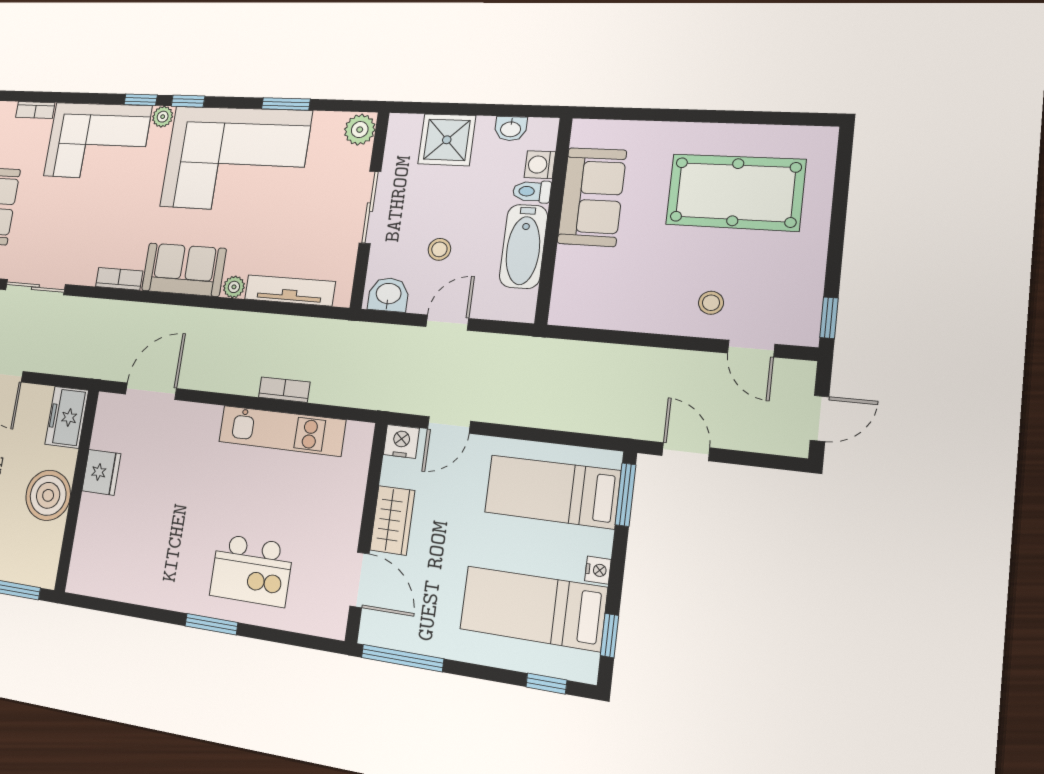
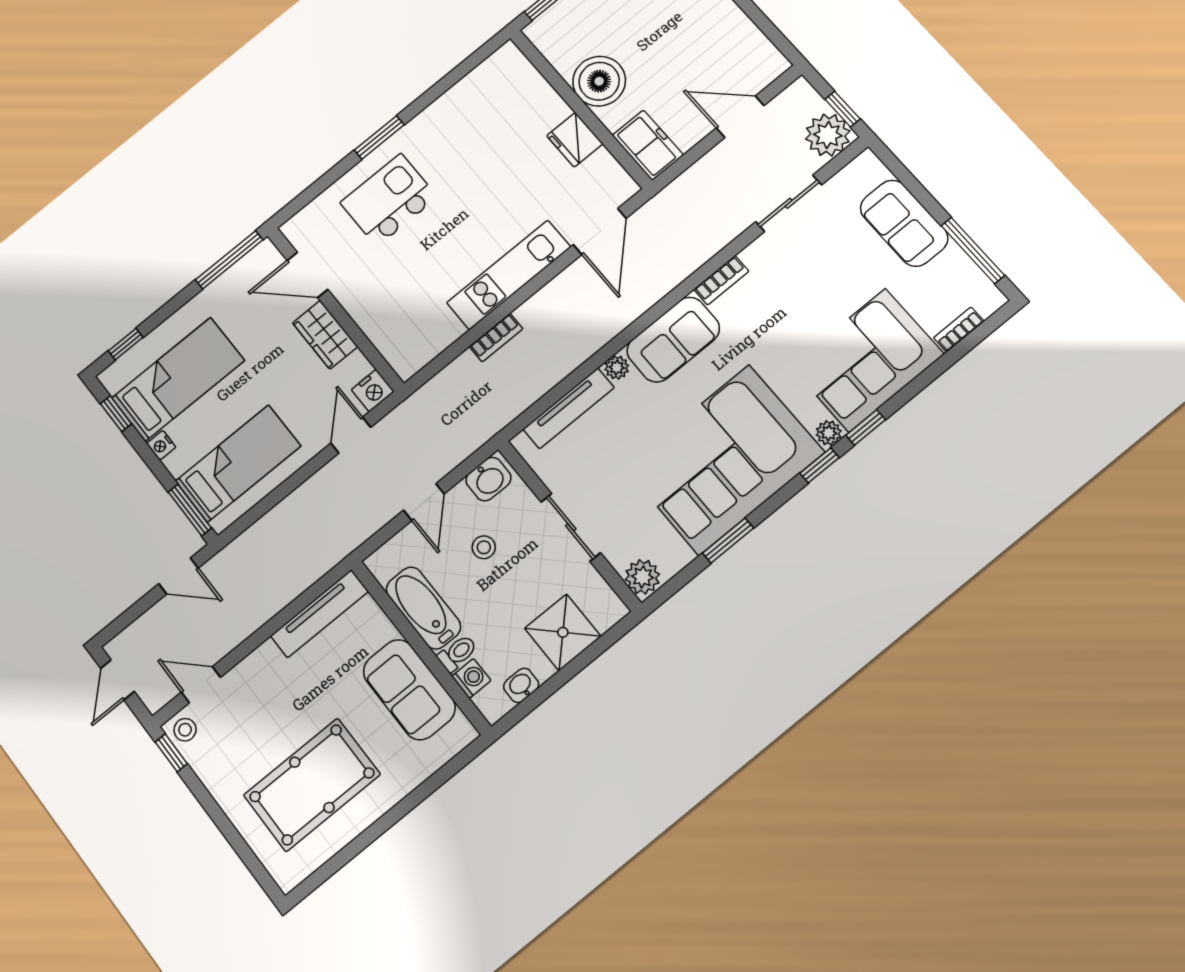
stool: (711, 303) -> (185, 730), moved
tv unit: (603, 315) -> (319, 614), added
kitchen unit: (282, 431) -> (509, 275), moved

